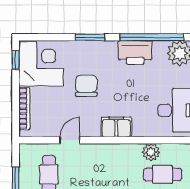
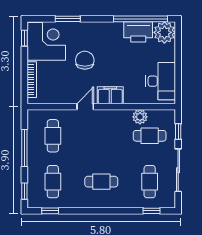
window: (90, 37) -> (68, 19), moved
printer: (135, 52) -> (138, 32), moved
door: (70, 140) -> (85, 107), moved

